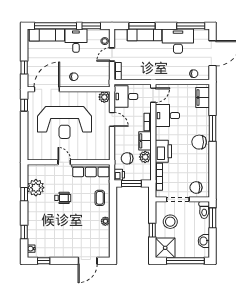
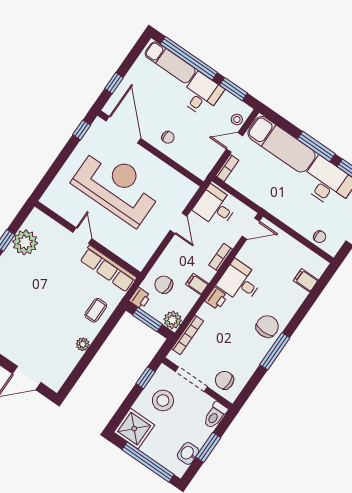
window: (142, 26) -> (316, 146), moved
exam couch: (144, 35) -> (281, 144), width x1.36, depth x1.45
door: (47, 89) -> (123, 130), hinge flipped
plant: (104, 97) -> (188, 189), removed
filing cabinet: (203, 98) -> (306, 280), width x0.50
desk: (167, 116) -> (240, 282), moved
reception desk: (65, 122) -> (117, 186), turned 180
window: (213, 128) -> (275, 351), moved
filing cabinet: (145, 141) -> (197, 284), width x0.50
chair: (199, 142) -> (267, 326), turned 88
printer: (163, 151) -> (216, 298), width x0.53, depth x0.68
plant: (145, 157) -> (173, 320), moved
wheelchair: (63, 198) -> (50, 278), removed
window: (213, 218) -> (208, 447), moved
window: (152, 230) -> (146, 378), moved

